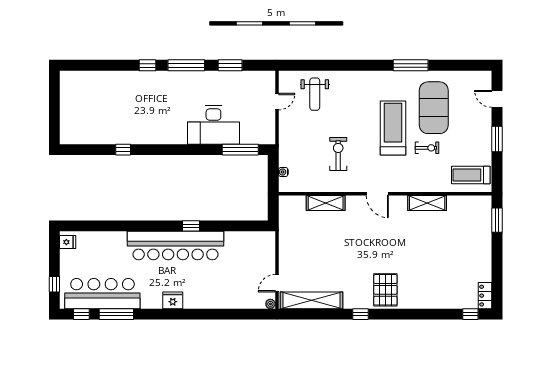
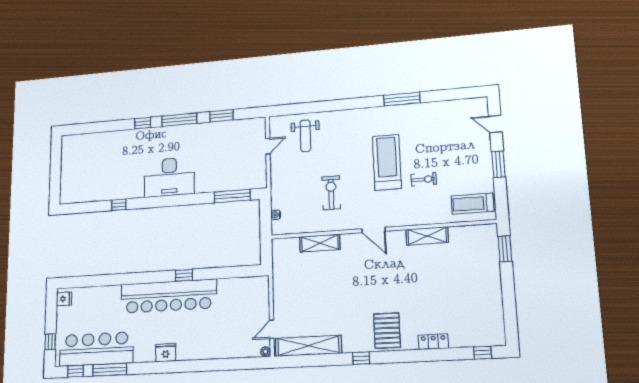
exercise mat: (434, 108) -> (428, 139), removed
desk: (213, 125) -> (169, 177), moved
locker: (485, 296) -> (433, 342), moved, turned 90

